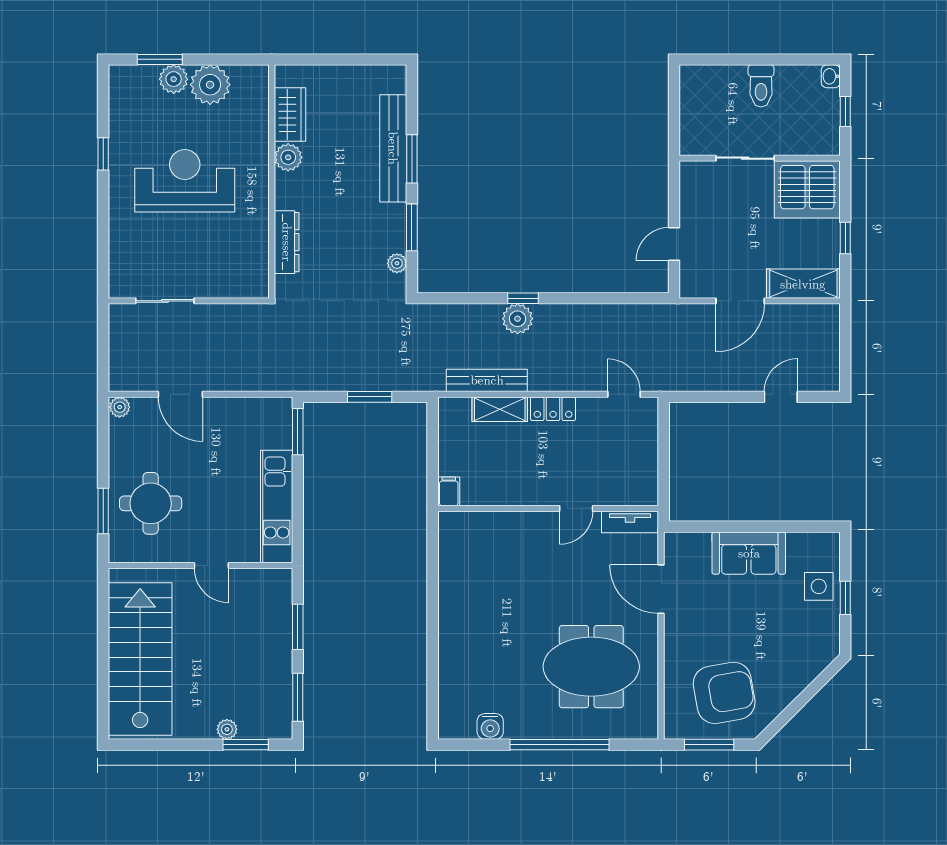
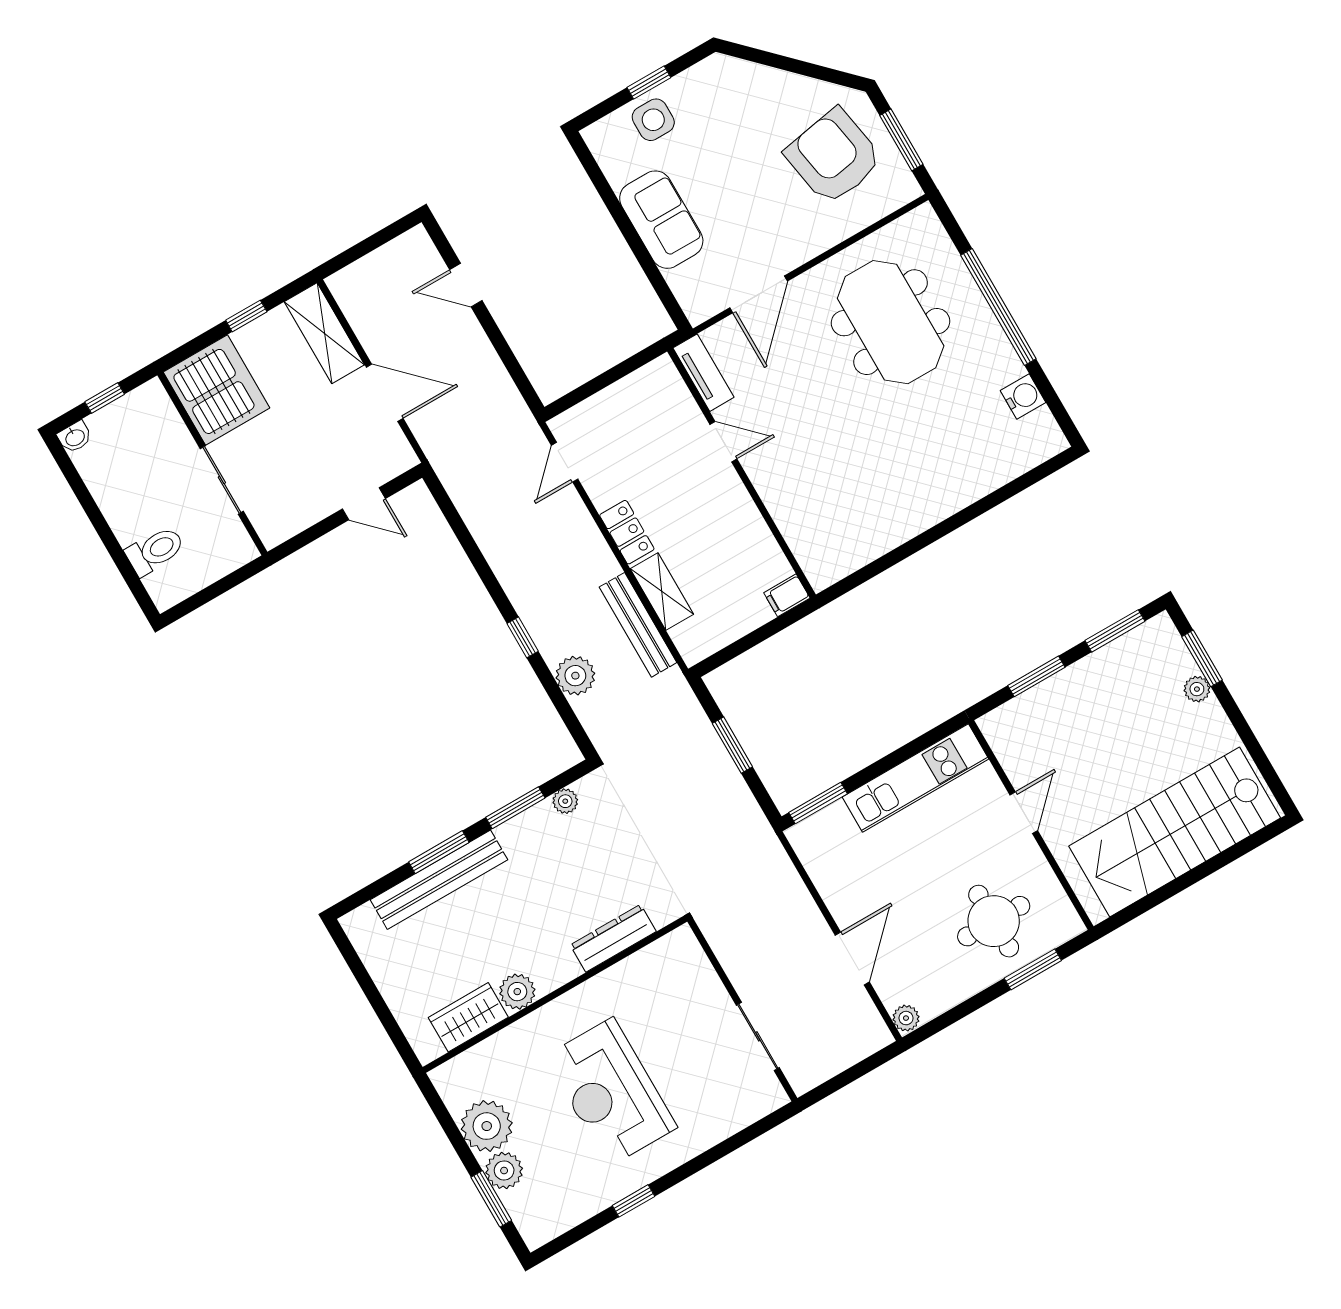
toilet: (761, 86) -> (155, 551), moved
plant: (518, 319) -> (575, 676), moved

